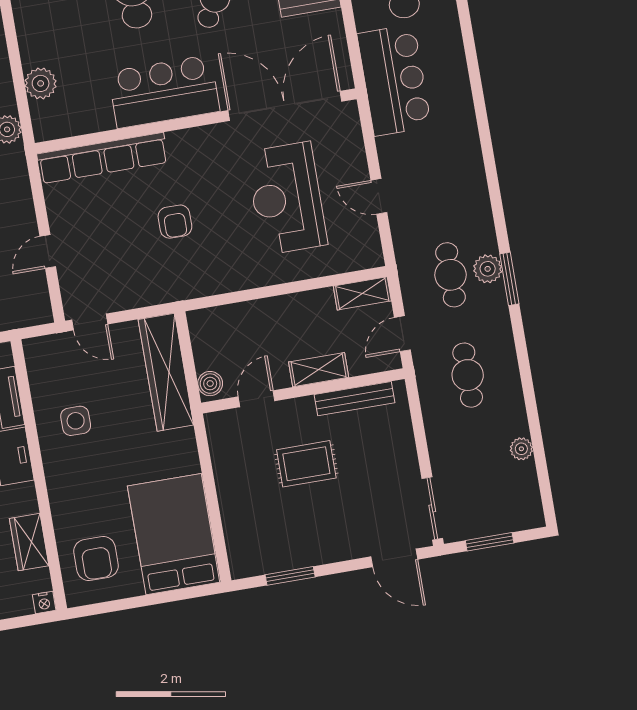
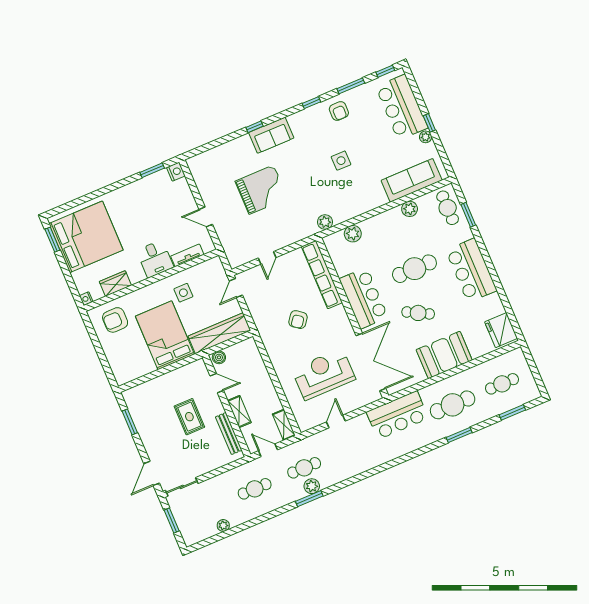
armchair: (175, 222) -> (298, 320), turned -53
door: (48, 252) -> (267, 258), swing flipped
bed: (174, 534) -> (165, 335), moved, turned -90

